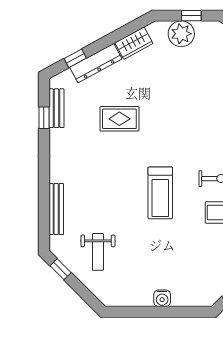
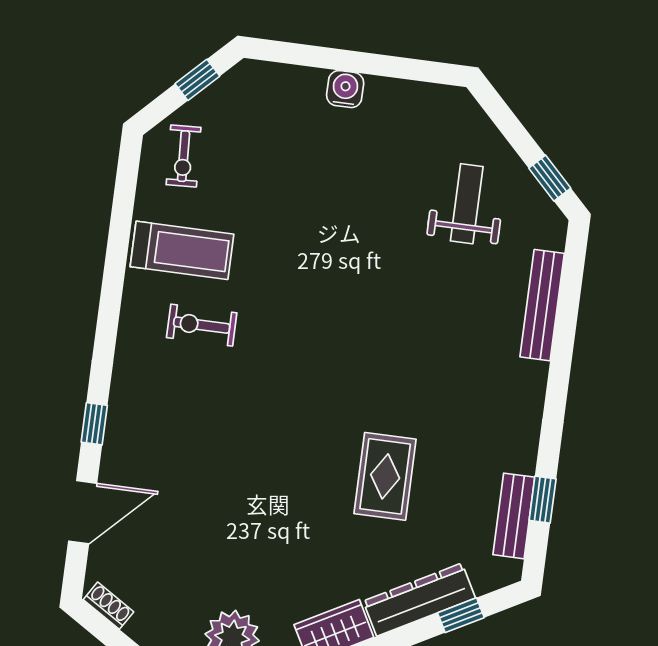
rug: (119, 119) -> (385, 476), turned 90
treadmill: (160, 193) -> (320, 310), removed

